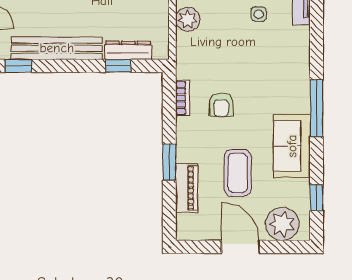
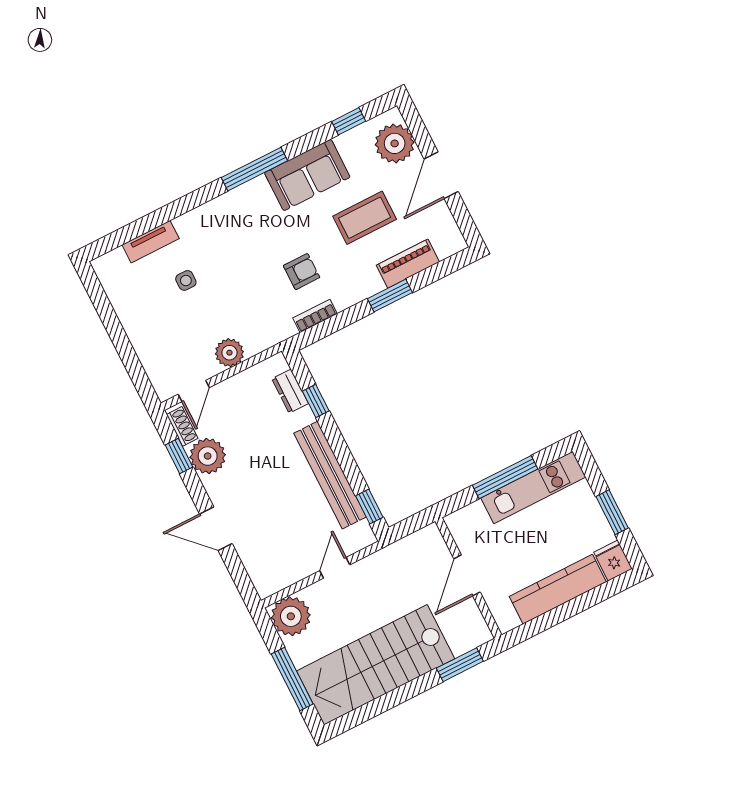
dresser: (128, 50) -> (290, 391), width x0.70

